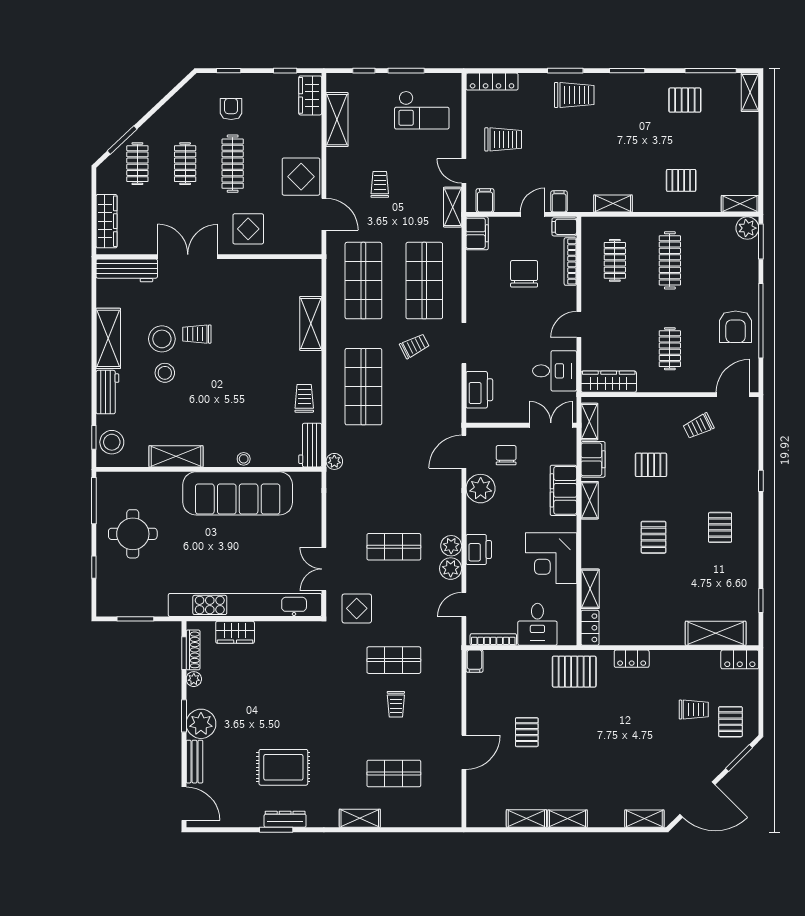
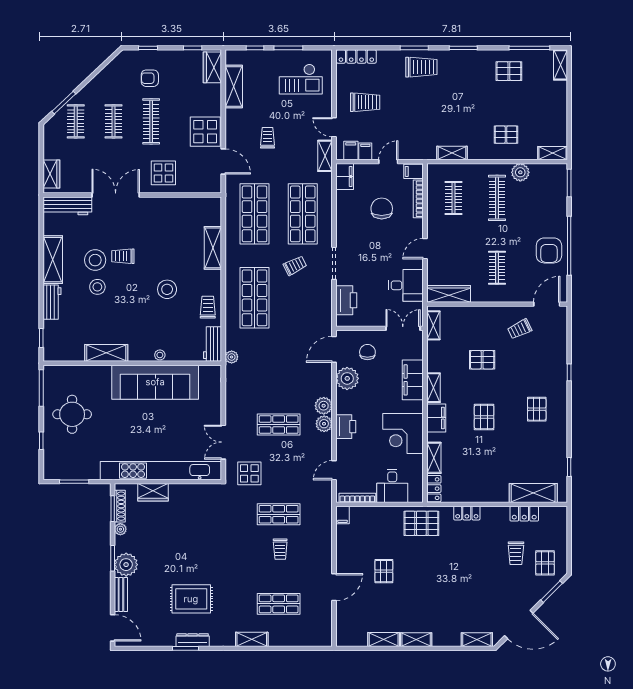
armchair: (231, 109) -> (150, 78), turned -90
filing cabinet: (559, 201) -> (365, 151), moved
wardrobe: (107, 221) -> (51, 174), width x0.67
plant: (747, 228) -> (520, 172), moved
stool: (112, 442) -> (167, 289), moved
filing cabinet: (593, 459) -> (436, 418), moved
plant: (451, 569) -> (324, 406), moved
locker: (740, 659) -> (524, 514), moved
trolley: (694, 710) -> (516, 553), turned 90

